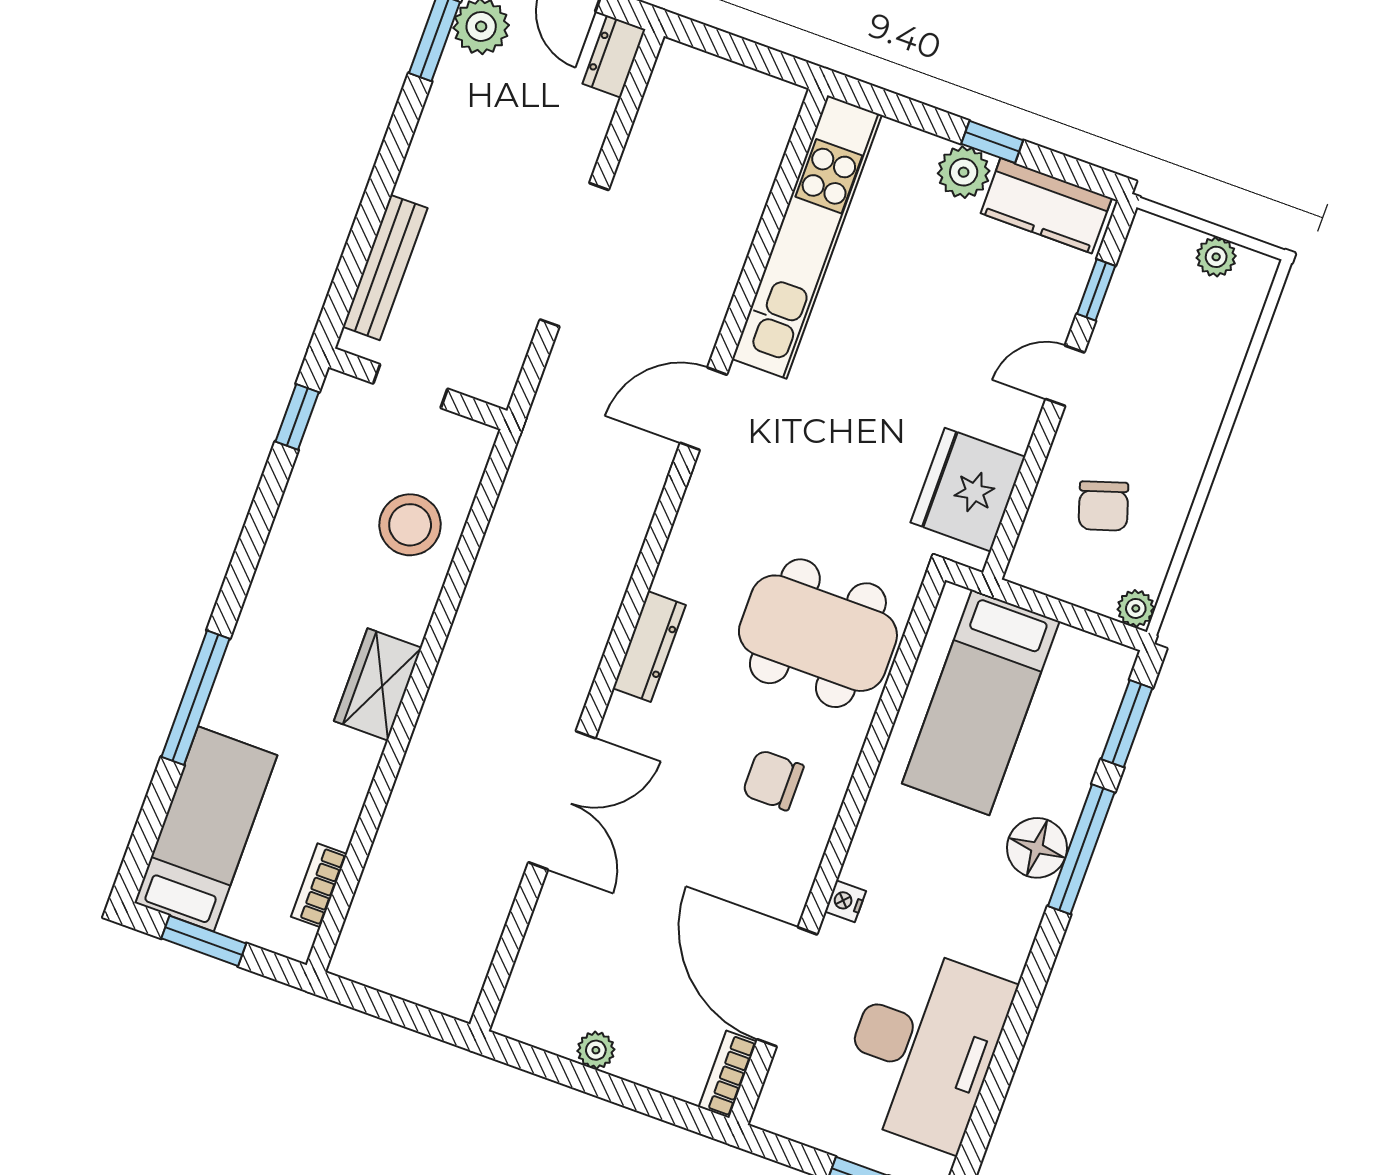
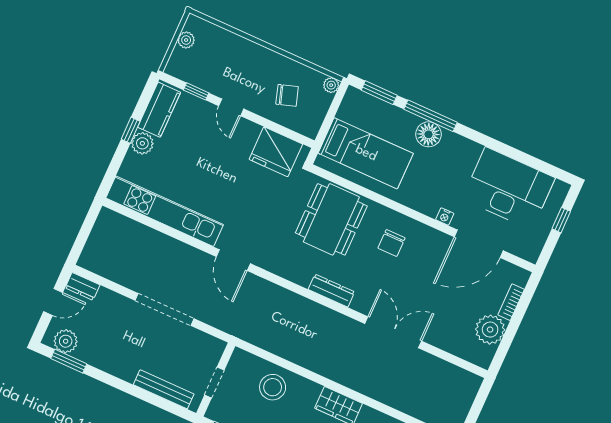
plant: (596, 1050) -> (490, 330), width x1.87, depth x1.87
bookcase: (728, 1074) -> (511, 302), moved, turned 90

